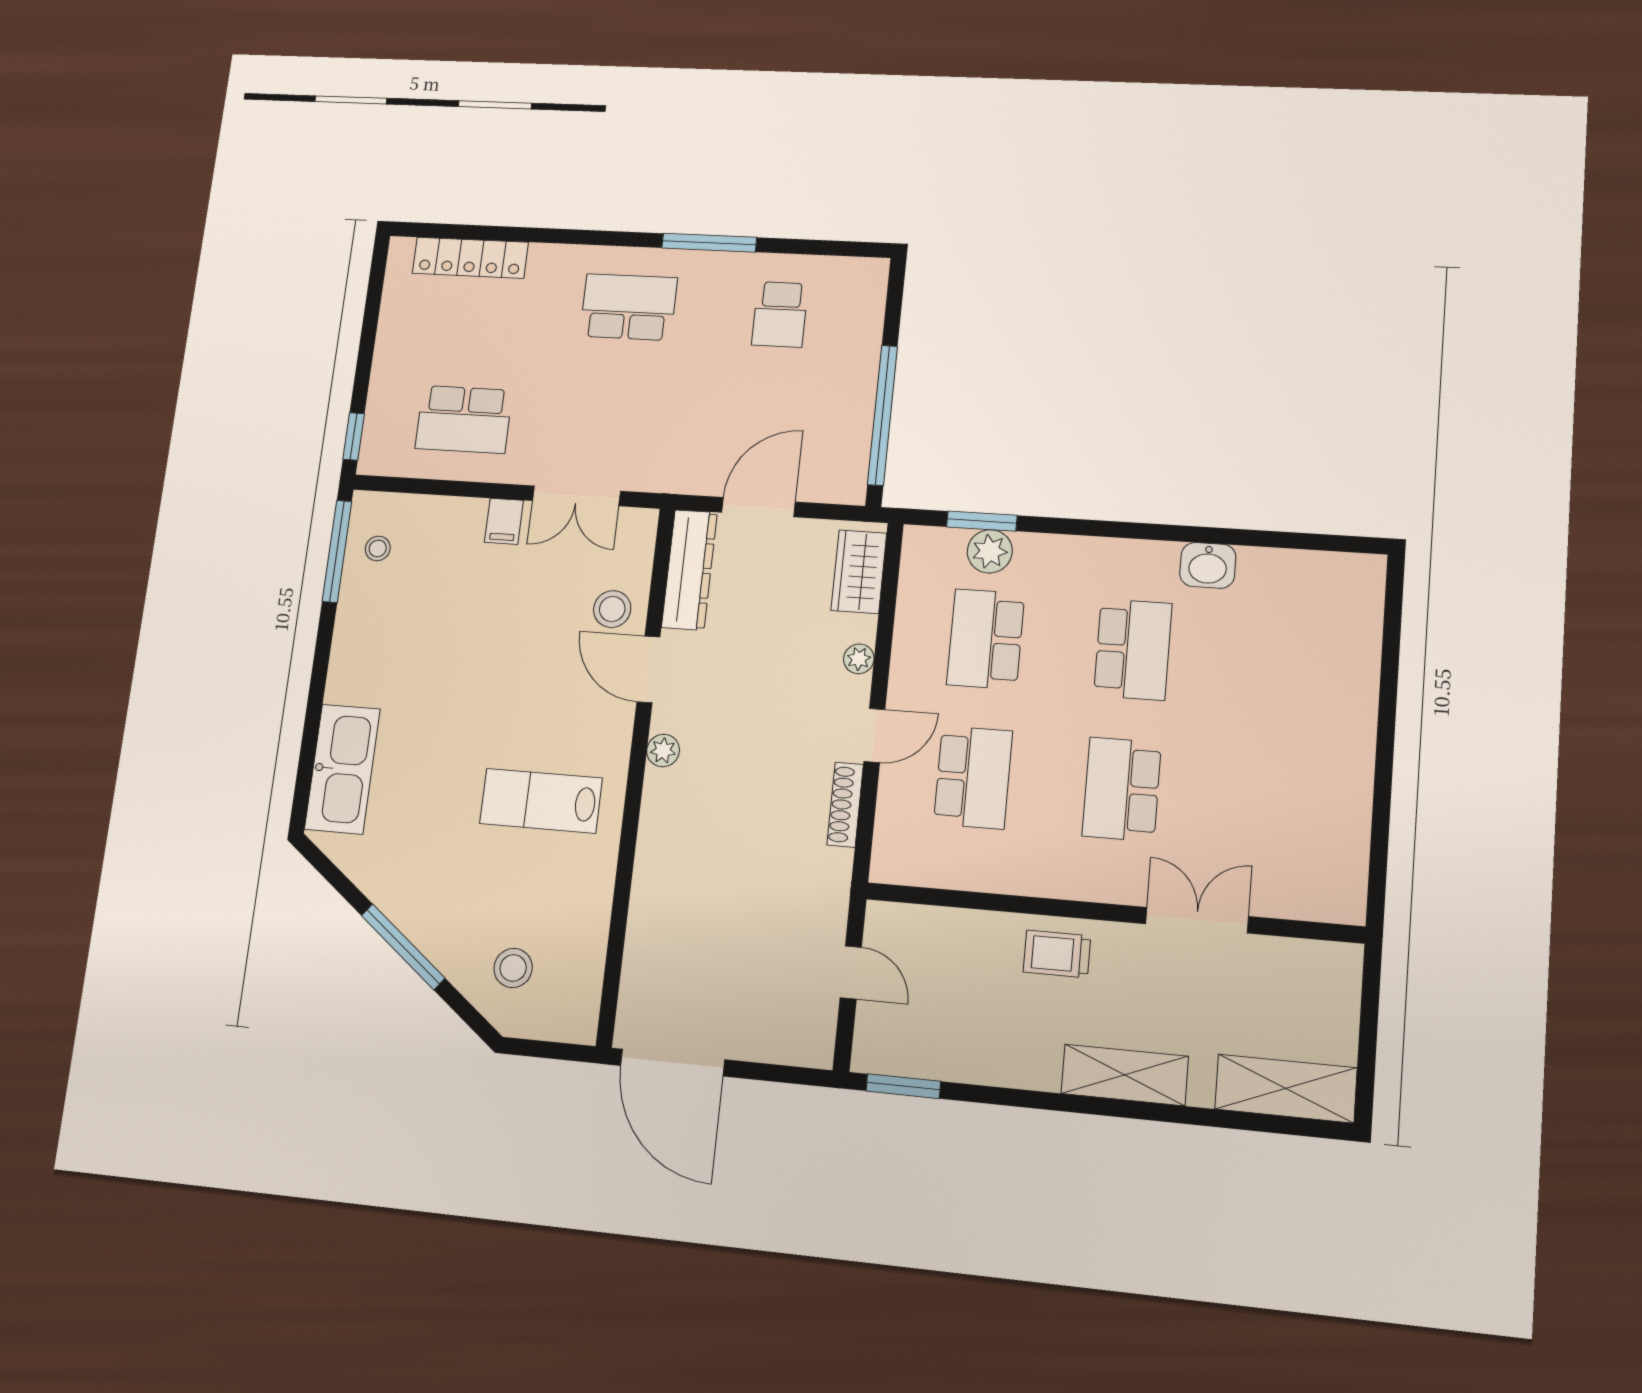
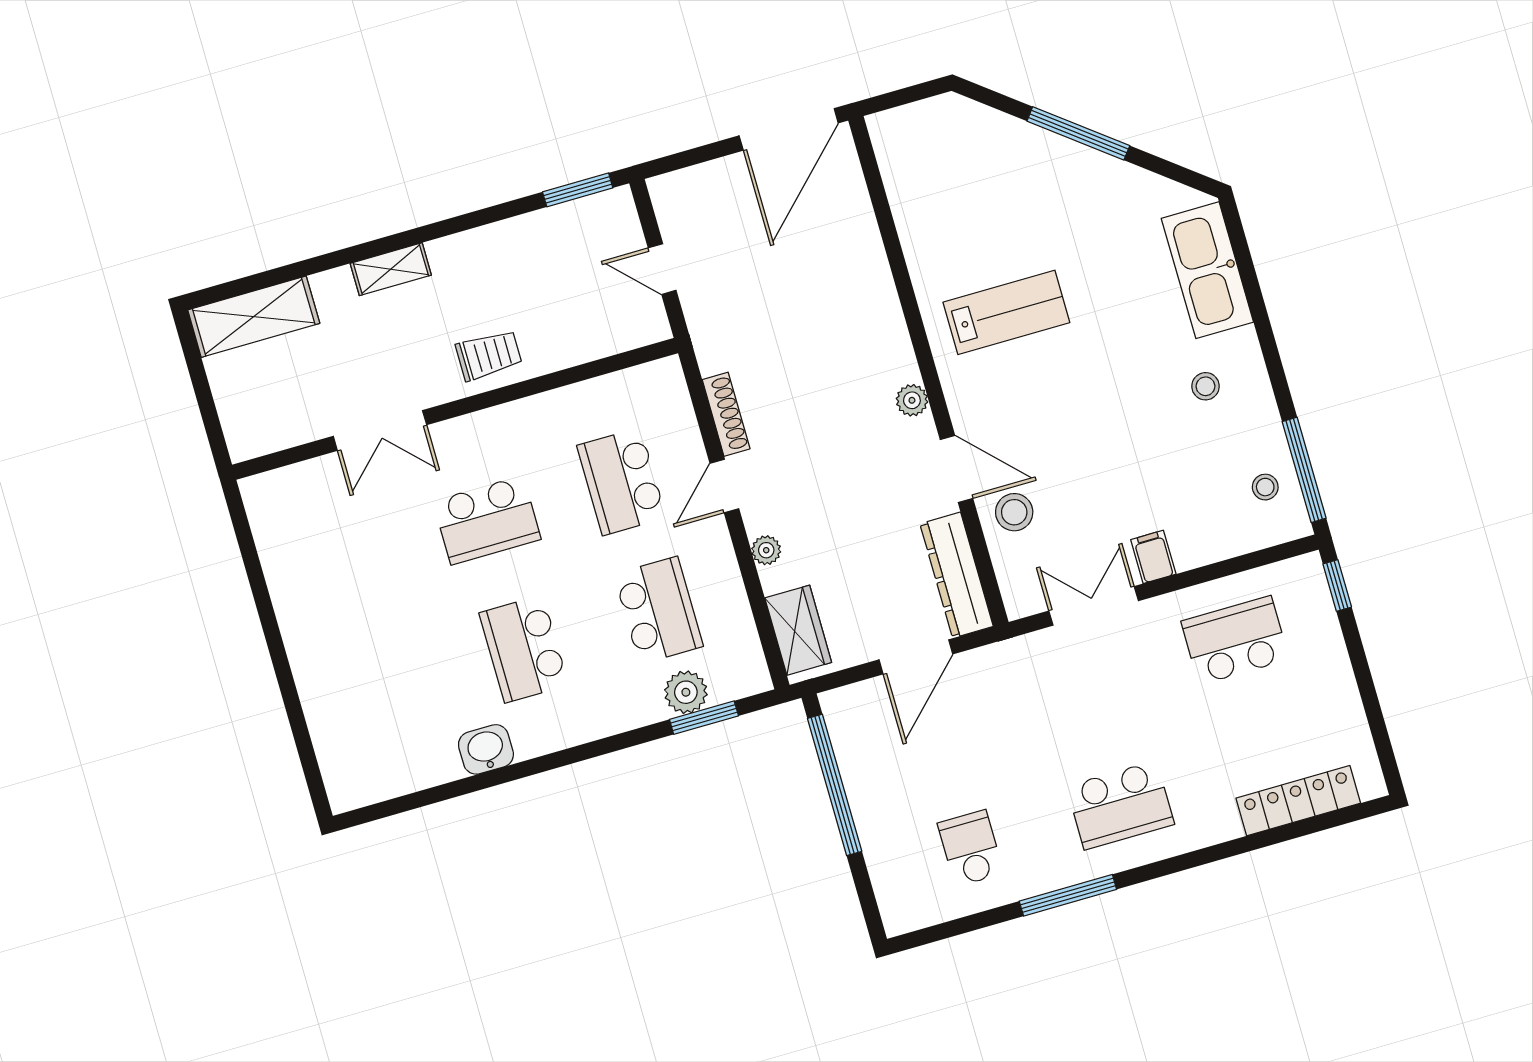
school desk: (1122, 789) -> (487, 520), turned 90
stool: (513, 968) -> (1205, 386), moved, width x0.73, depth x0.73
door: (672, 1063) -> (789, 129), swing flipped
shelving: (1125, 1075) -> (391, 269), width x0.67, depth x0.75

